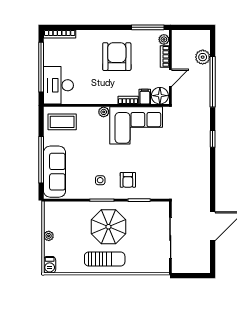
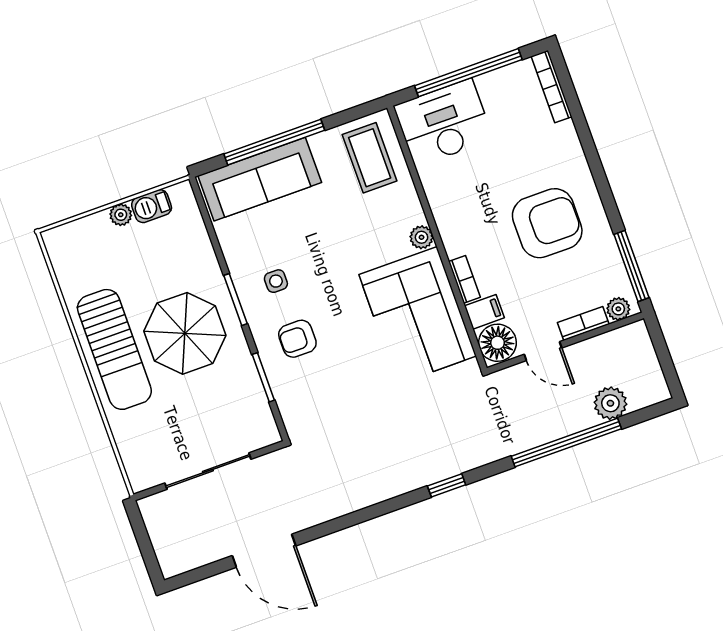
sun lounger: (105, 259) -> (114, 349), width x1.36, depth x1.34
barbecue: (50, 265) -> (152, 206), moved

